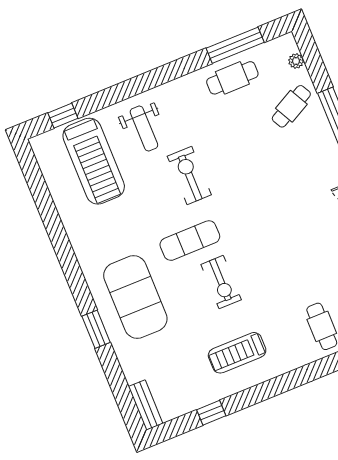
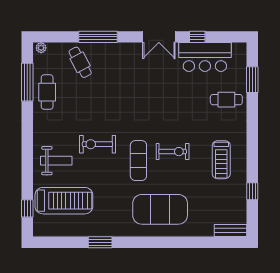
plant: (296, 61) -> (41, 48), moved
window: (96, 329) -> (100, 242), moved

